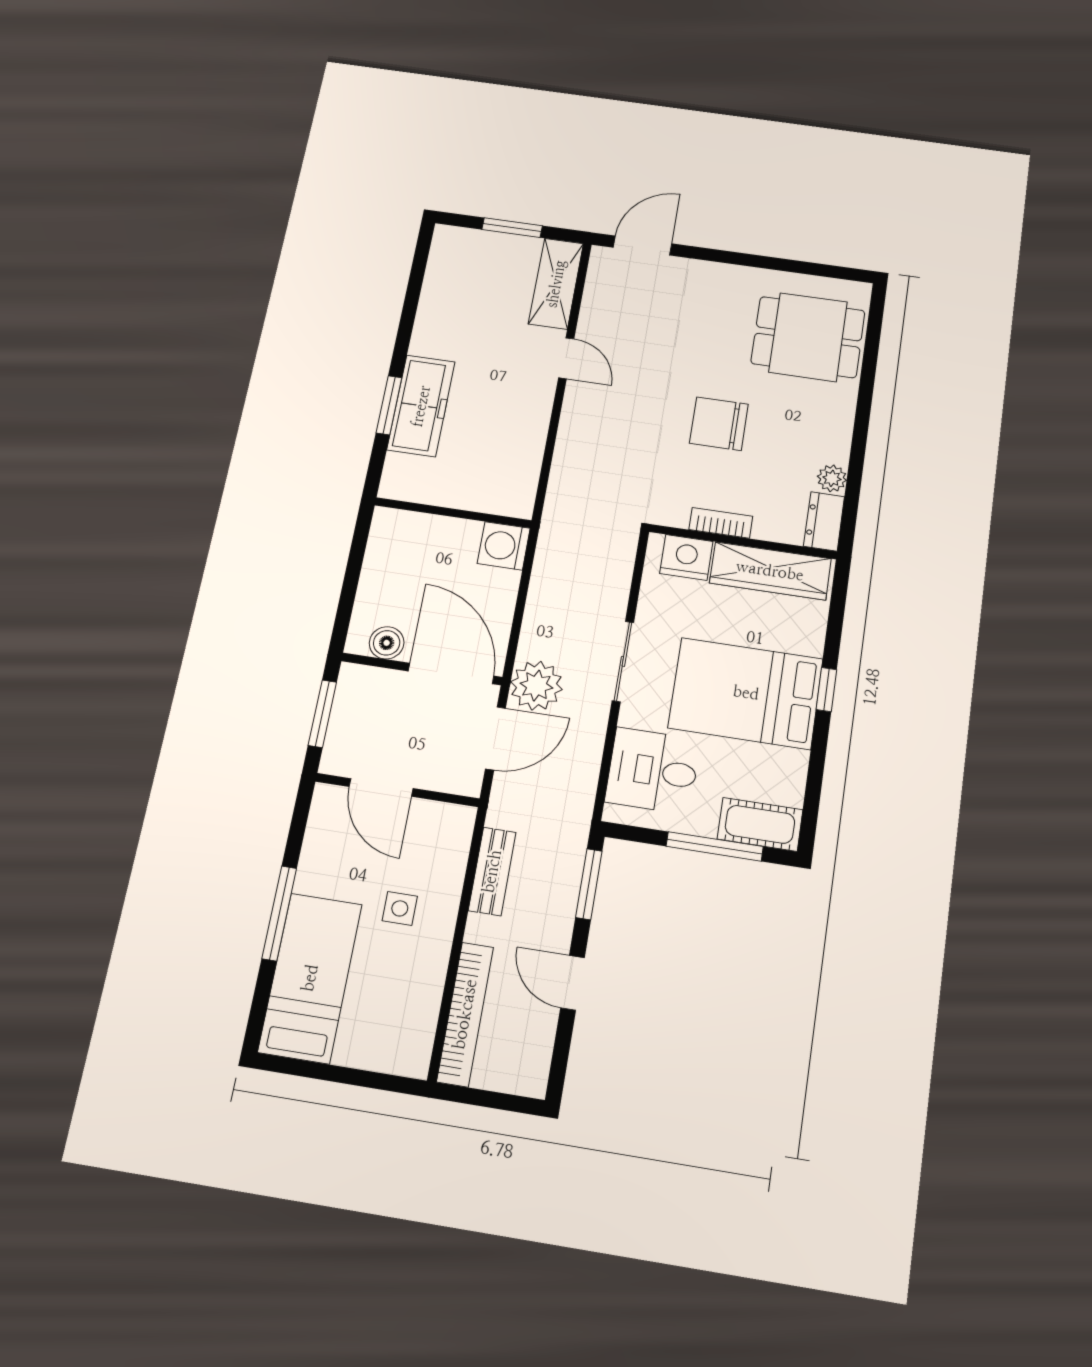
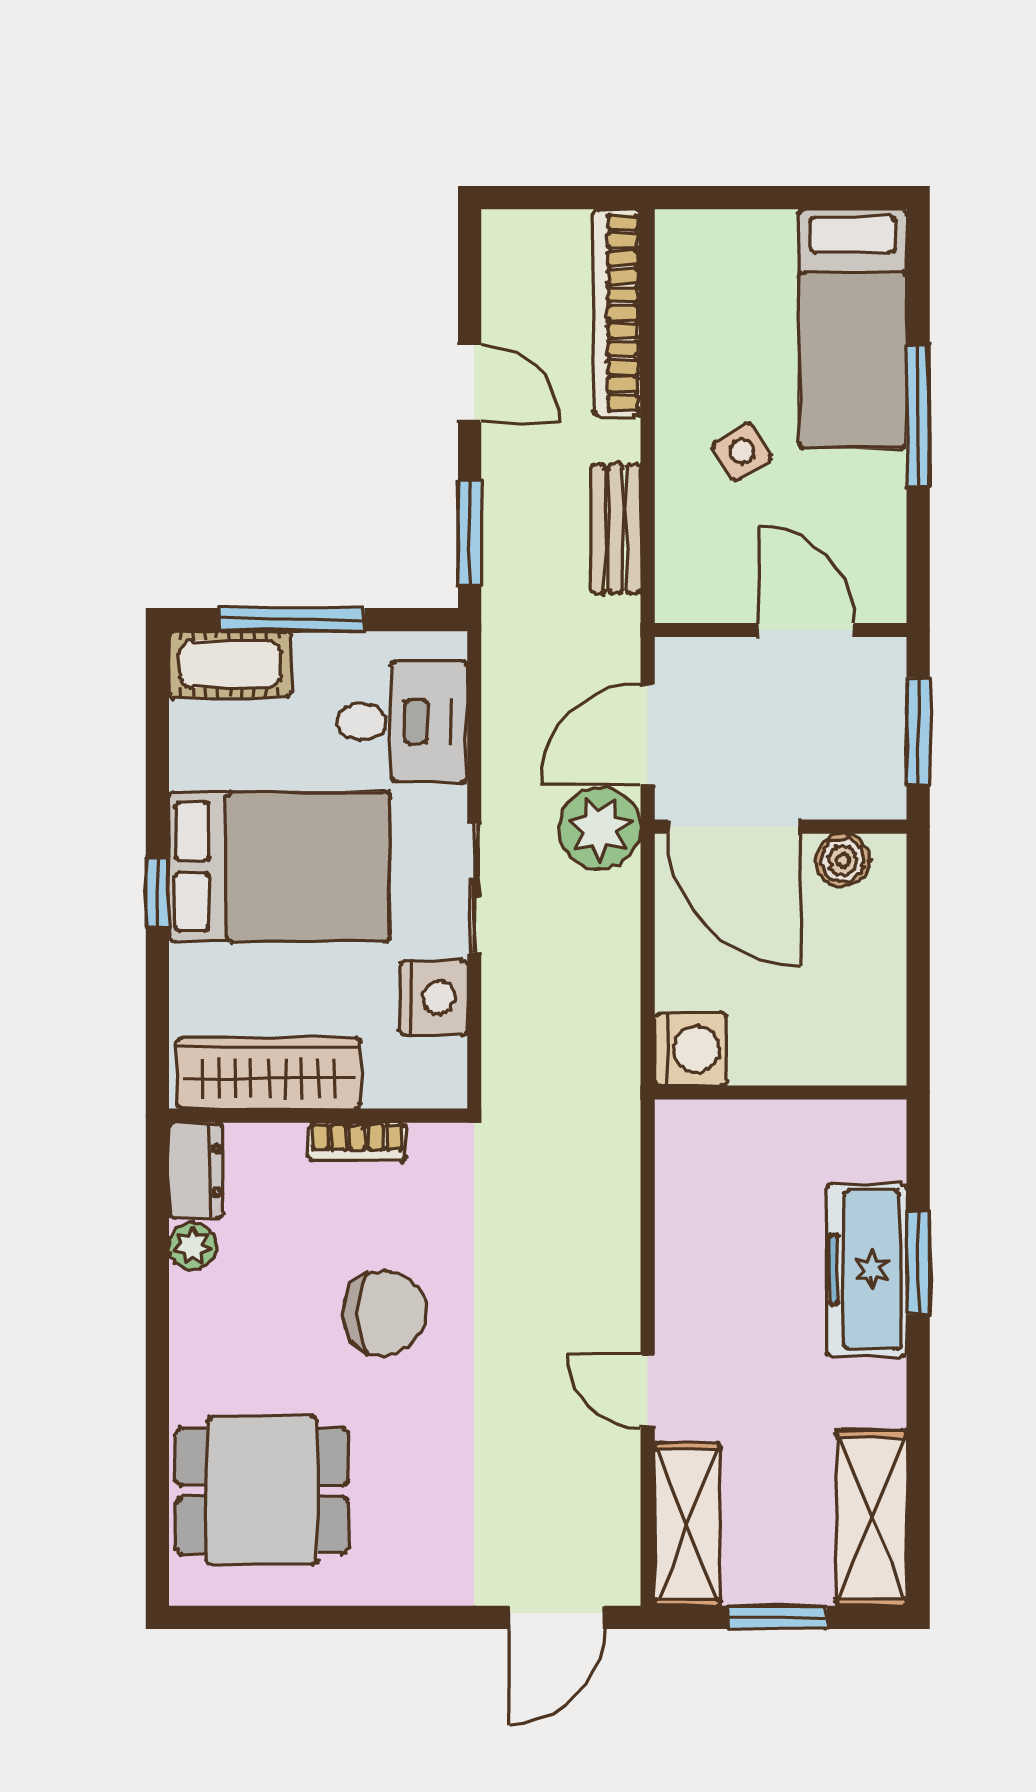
shelving: (446, 272) -> (871, 1518), added
nightstand: (686, 557) -> (434, 998), moved, turned -90
side table: (400, 908) -> (742, 451), turned -32

